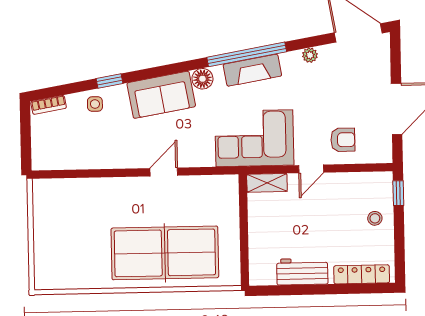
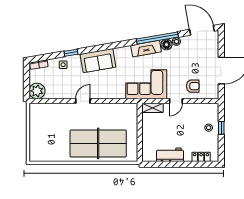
window: (247, 54) -> (157, 38), moved
floor lamp: (202, 79) -> (166, 45), moved
plant: (46, 155) -> (37, 91), added
door: (164, 172) -> (83, 101), moved
window: (398, 193) -> (221, 128), moved
locker: (362, 274) -> (201, 157), width x0.66

